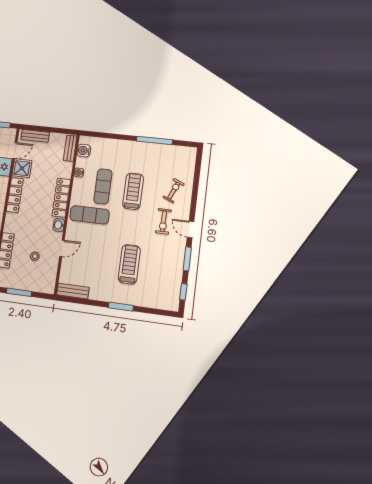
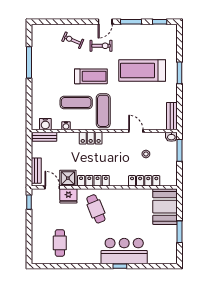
treadmill: (133, 191) -> (91, 76), moved, turned 180
locker: (61, 198) -> (91, 138), width x0.66
washbasin: (59, 225) -> (171, 137), moved
treadmill: (129, 264) -> (142, 70), width x1.37, depth x1.38
window: (19, 292) -> (179, 150), moved

